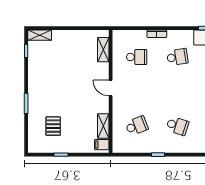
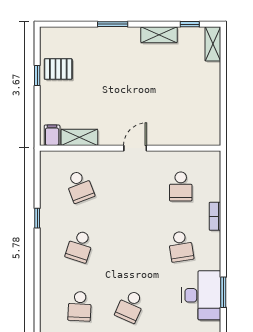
shelving: (103, 50) -> (159, 35), moved
pallet: (53, 126) -> (58, 69), moved

